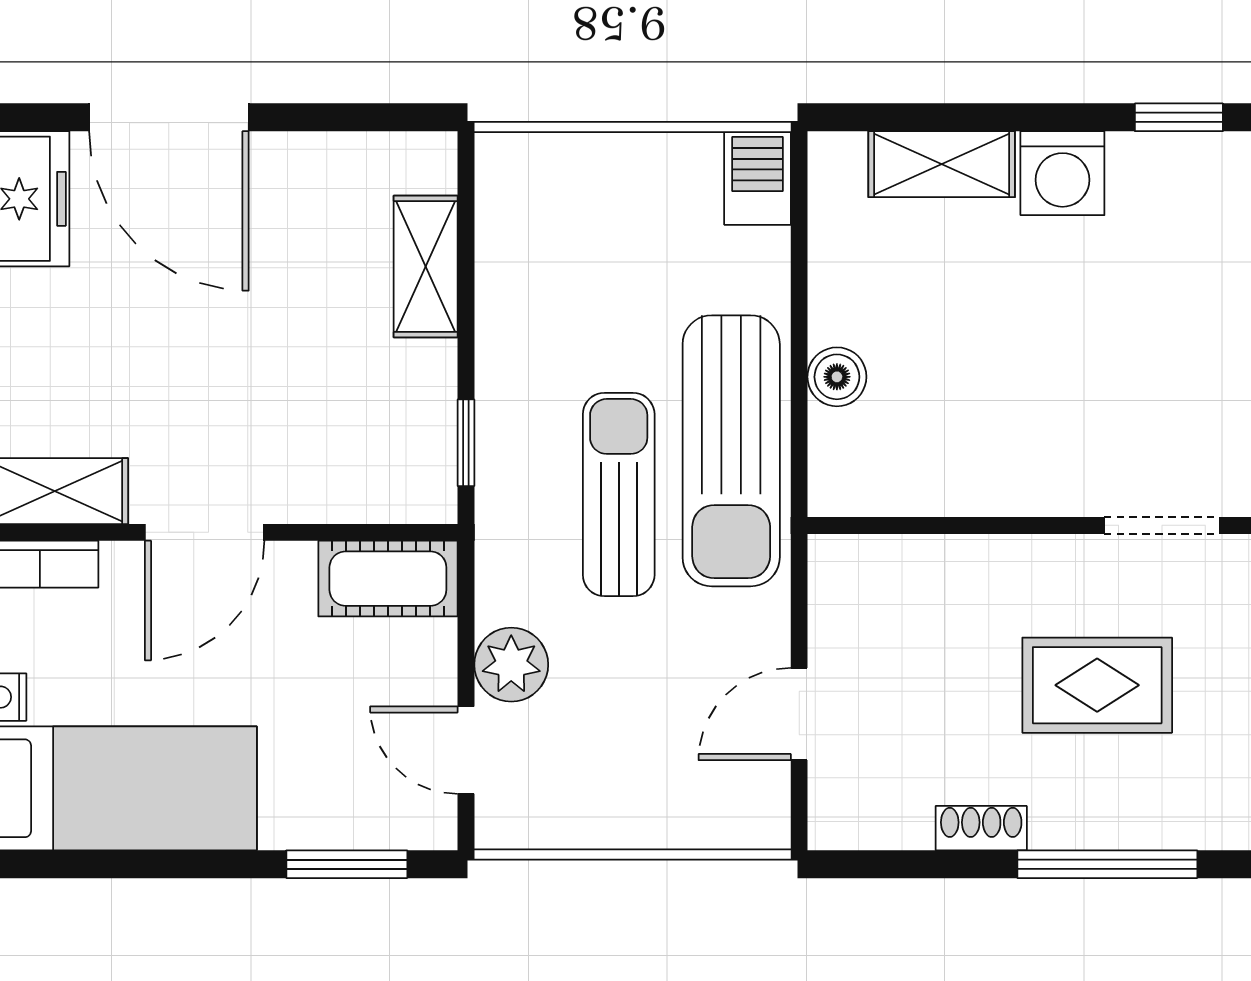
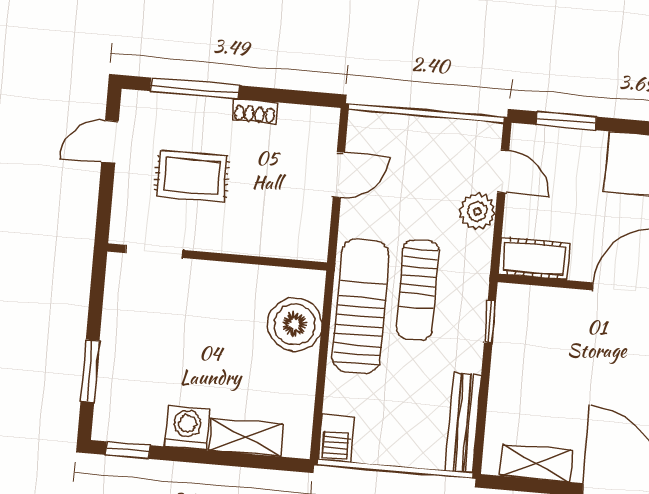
bench: (502, 232) -> (463, 423), added
shelving: (426, 267) -> (536, 463), moved, turned 90
boiler: (837, 377) -> (295, 324), width x1.86, depth x1.86

